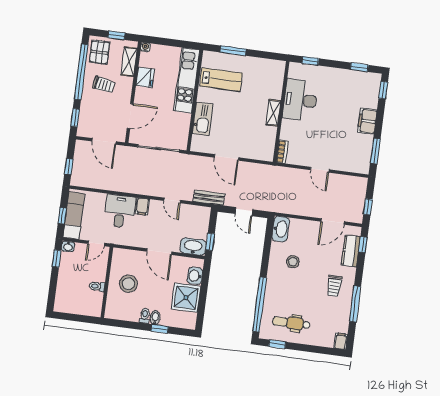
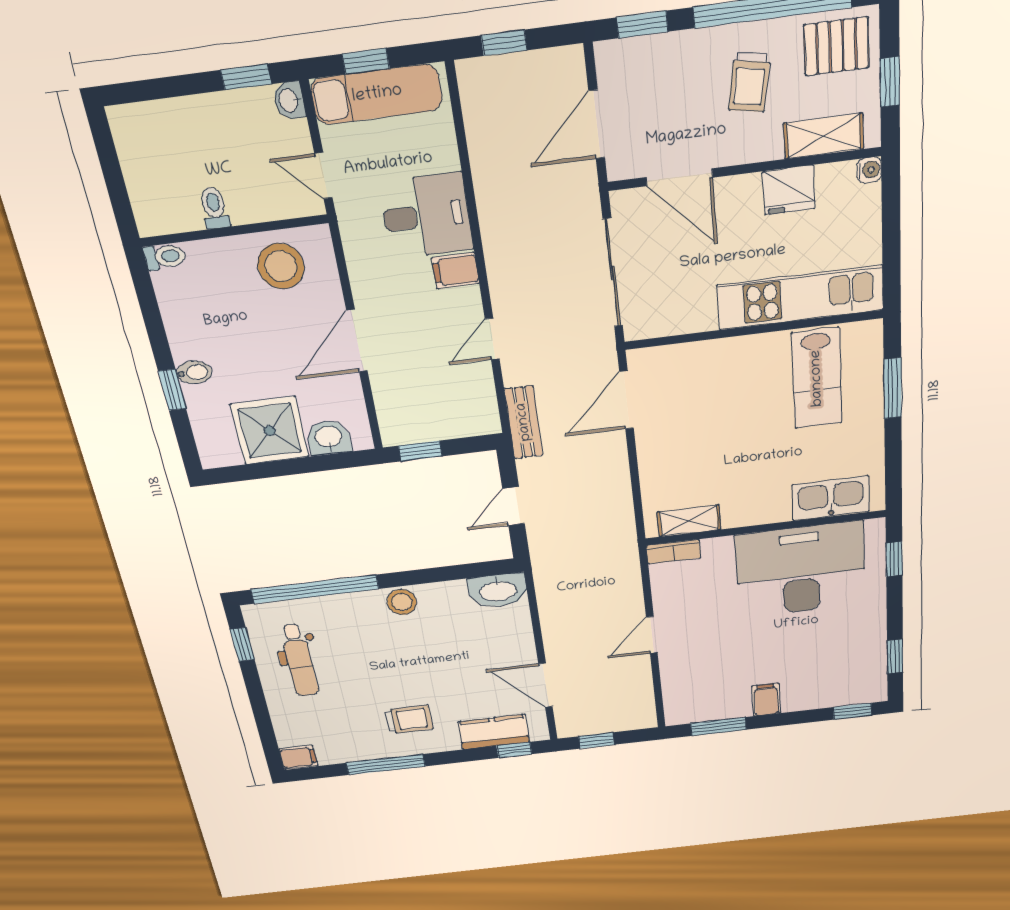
desk: (300, 100) -> (800, 570), width x1.36, depth x1.30
shelving: (273, 113) -> (689, 521), moved
kitchen sink: (203, 119) -> (831, 498), moved, turned 180
filing cabinet: (367, 121) -> (766, 700), width x0.50
door: (226, 157) -> (627, 400), moved
washbasin: (193, 247) -> (396, 416), removed
stool: (293, 262) -> (402, 602), moved
stool: (128, 284) -> (281, 266), moved
trolley: (334, 286) -> (409, 719), turned 180
toilet: (145, 316) -> (165, 257), moved
dental chair: (291, 323) -> (299, 660), turned 180

